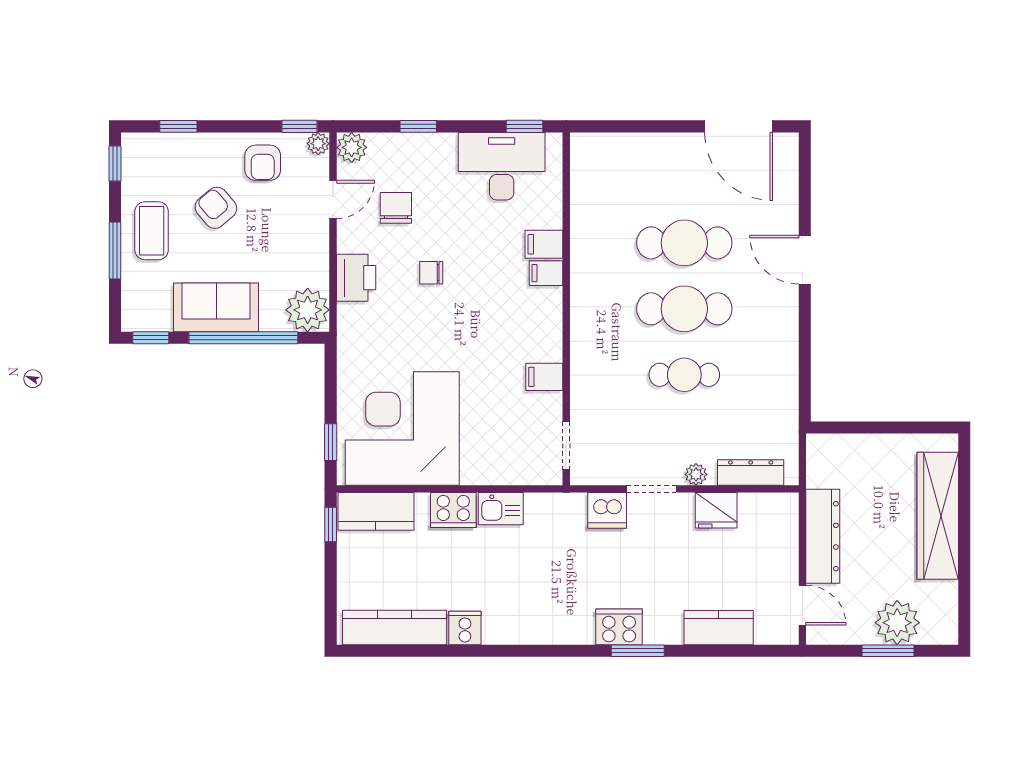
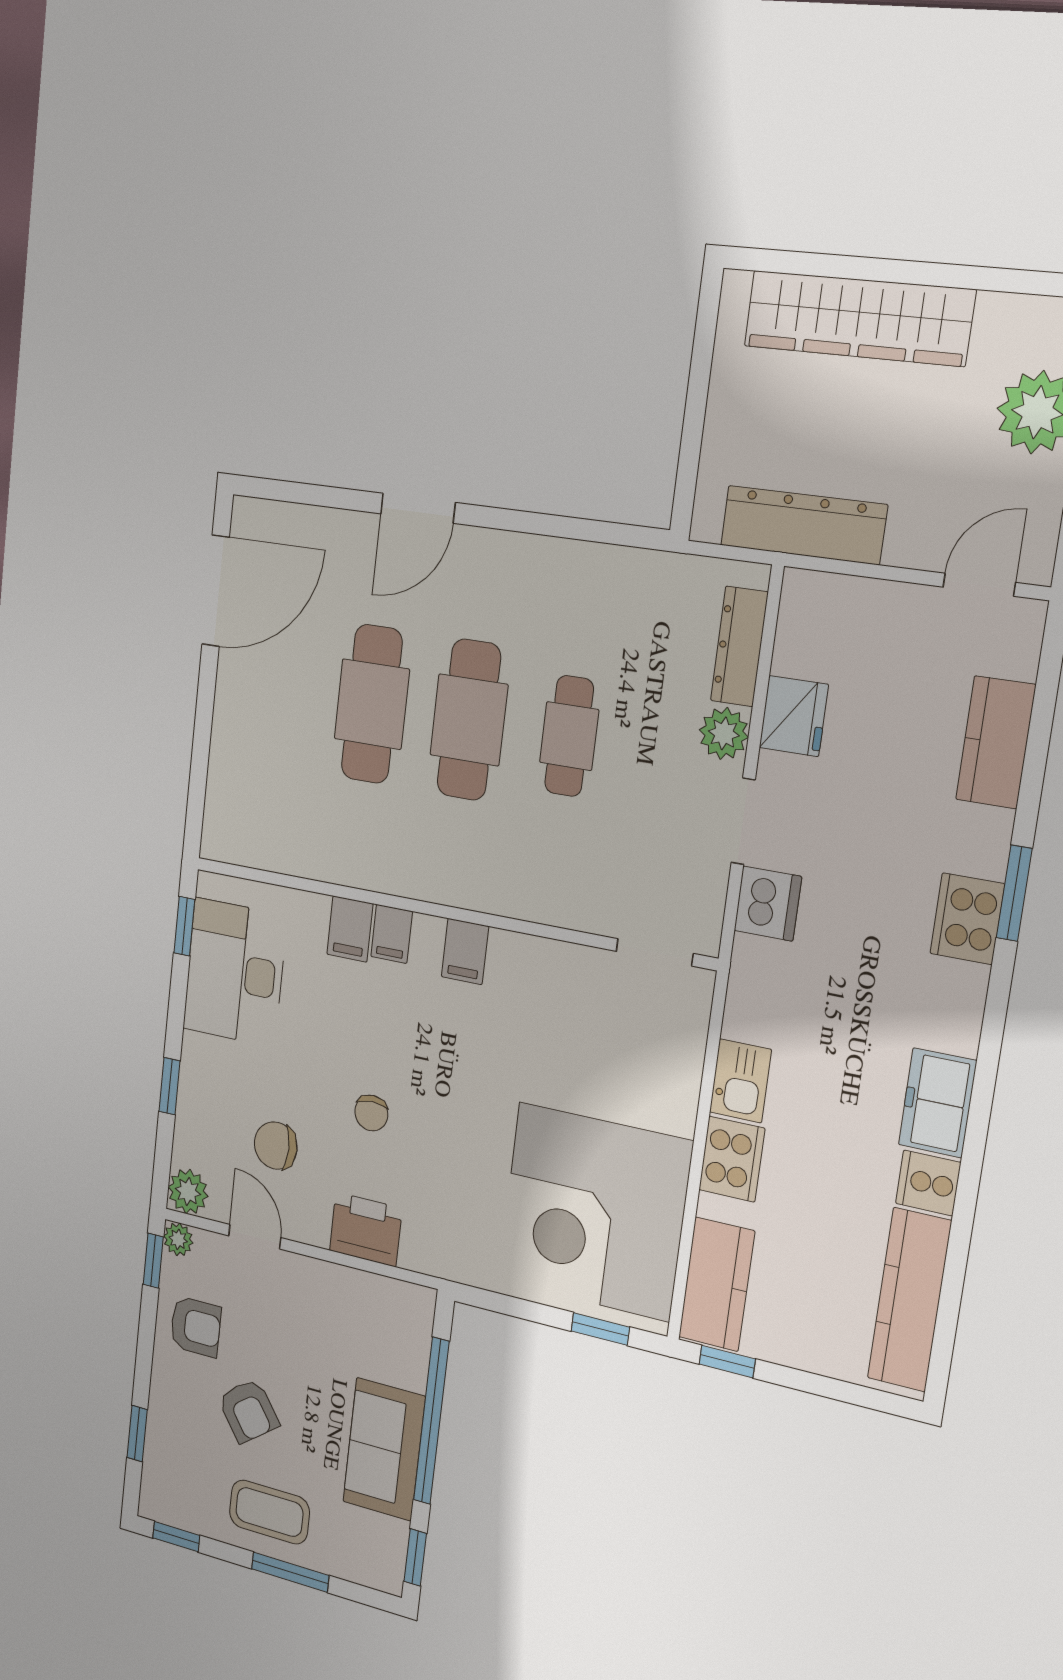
armchair: (216, 208) -> (248, 1411), turned -86
plant: (308, 310) -> (403, 1314), removed
filing cabinet: (544, 377) -> (465, 951), moved
plant: (696, 474) -> (724, 733), width x1.38, depth x1.38
dresser: (823, 536) -> (803, 525), moved
freezer: (512, 626) -> (938, 1103), added

